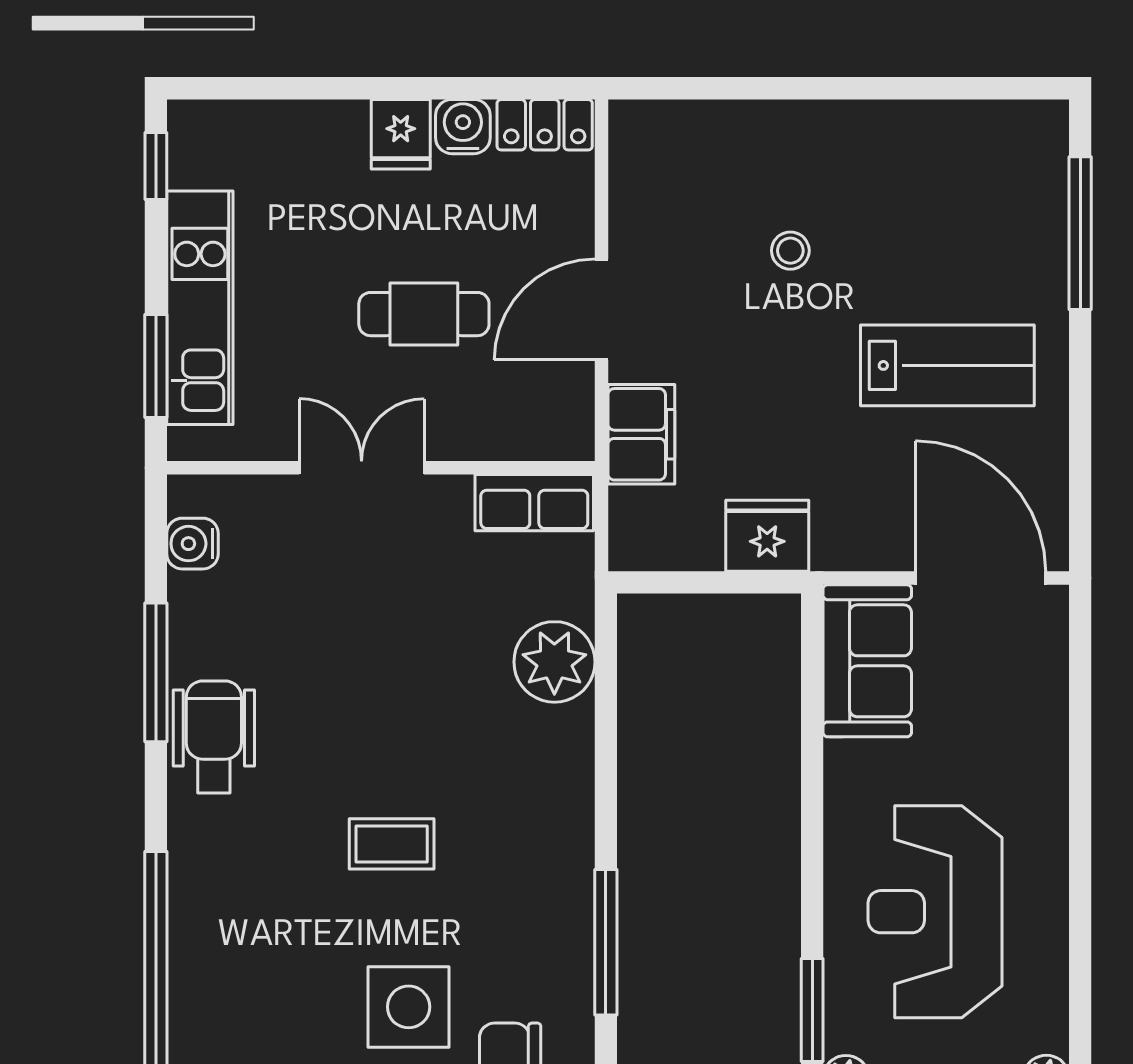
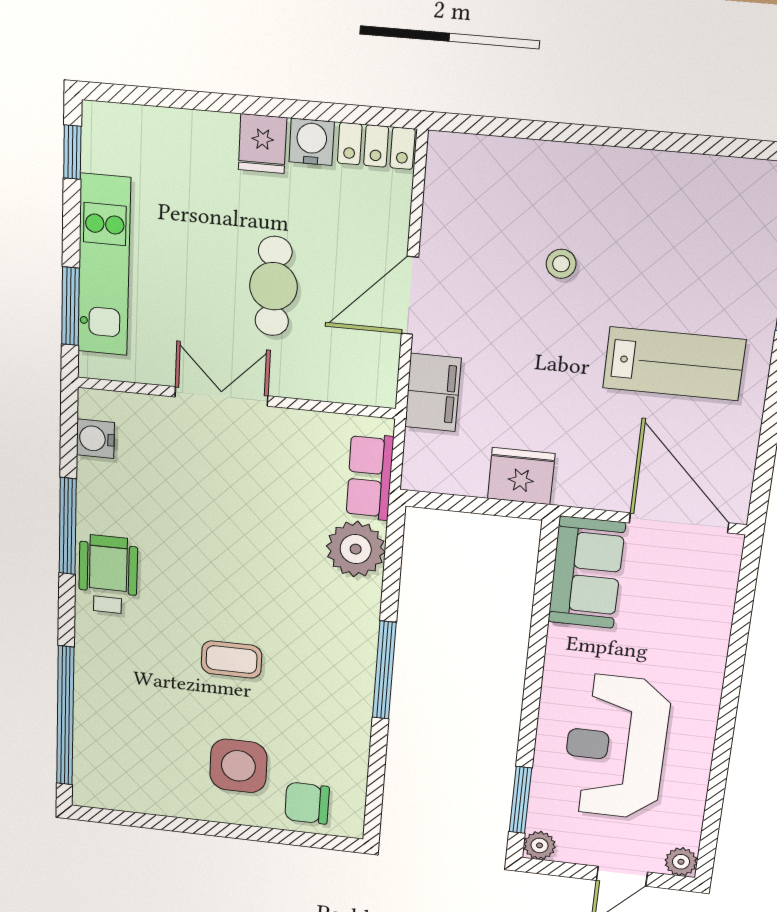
cafe table: (424, 314) -> (273, 286), turned 90
row of seats: (534, 503) -> (370, 477), moved, turned 90
window: (606, 942) -> (384, 670), moved

